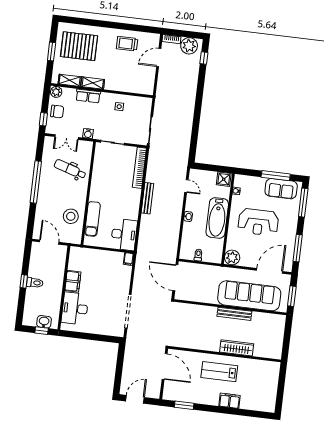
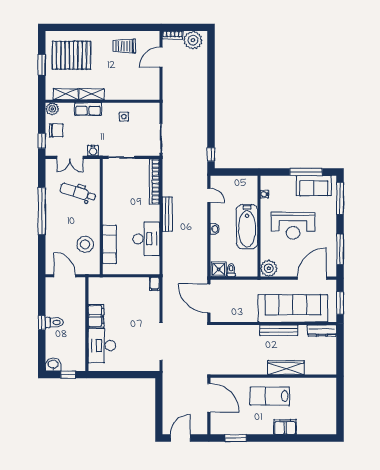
window: (204, 58) -> (211, 154), moved
shower: (224, 179) -> (219, 269), moved
desk: (124, 235) -> (146, 239), moved
dresser: (273, 319) -> (322, 331), added
washbasin: (44, 322) -> (53, 364), moved

